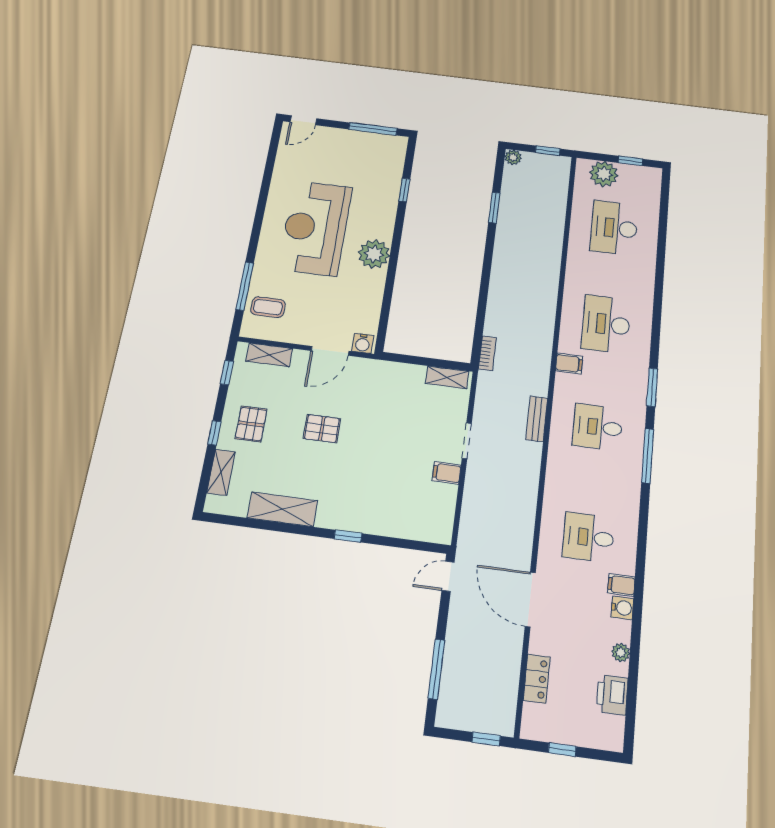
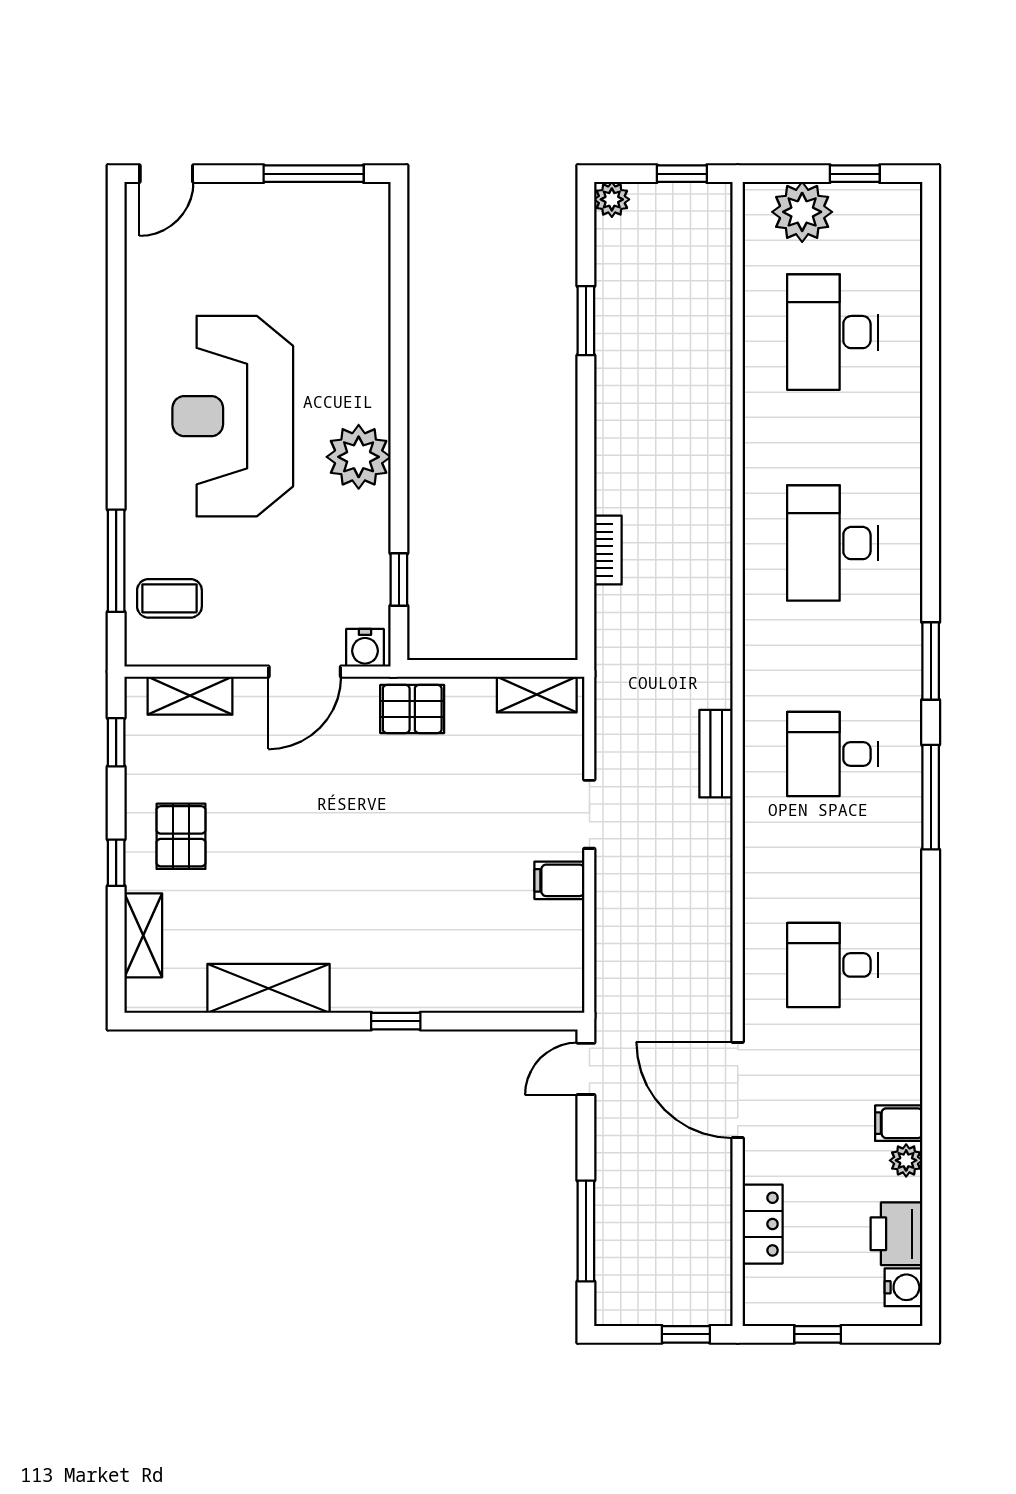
window: (404, 190) -> (399, 579), moved
bookcase: (487, 353) -> (608, 550), moved
filing cabinet: (569, 364) -> (768, 635), removed
pallet: (322, 429) -> (412, 709), moved
filing cabinet: (621, 585) -> (899, 1123), moved
water cooler: (622, 608) -> (903, 1287), moved

